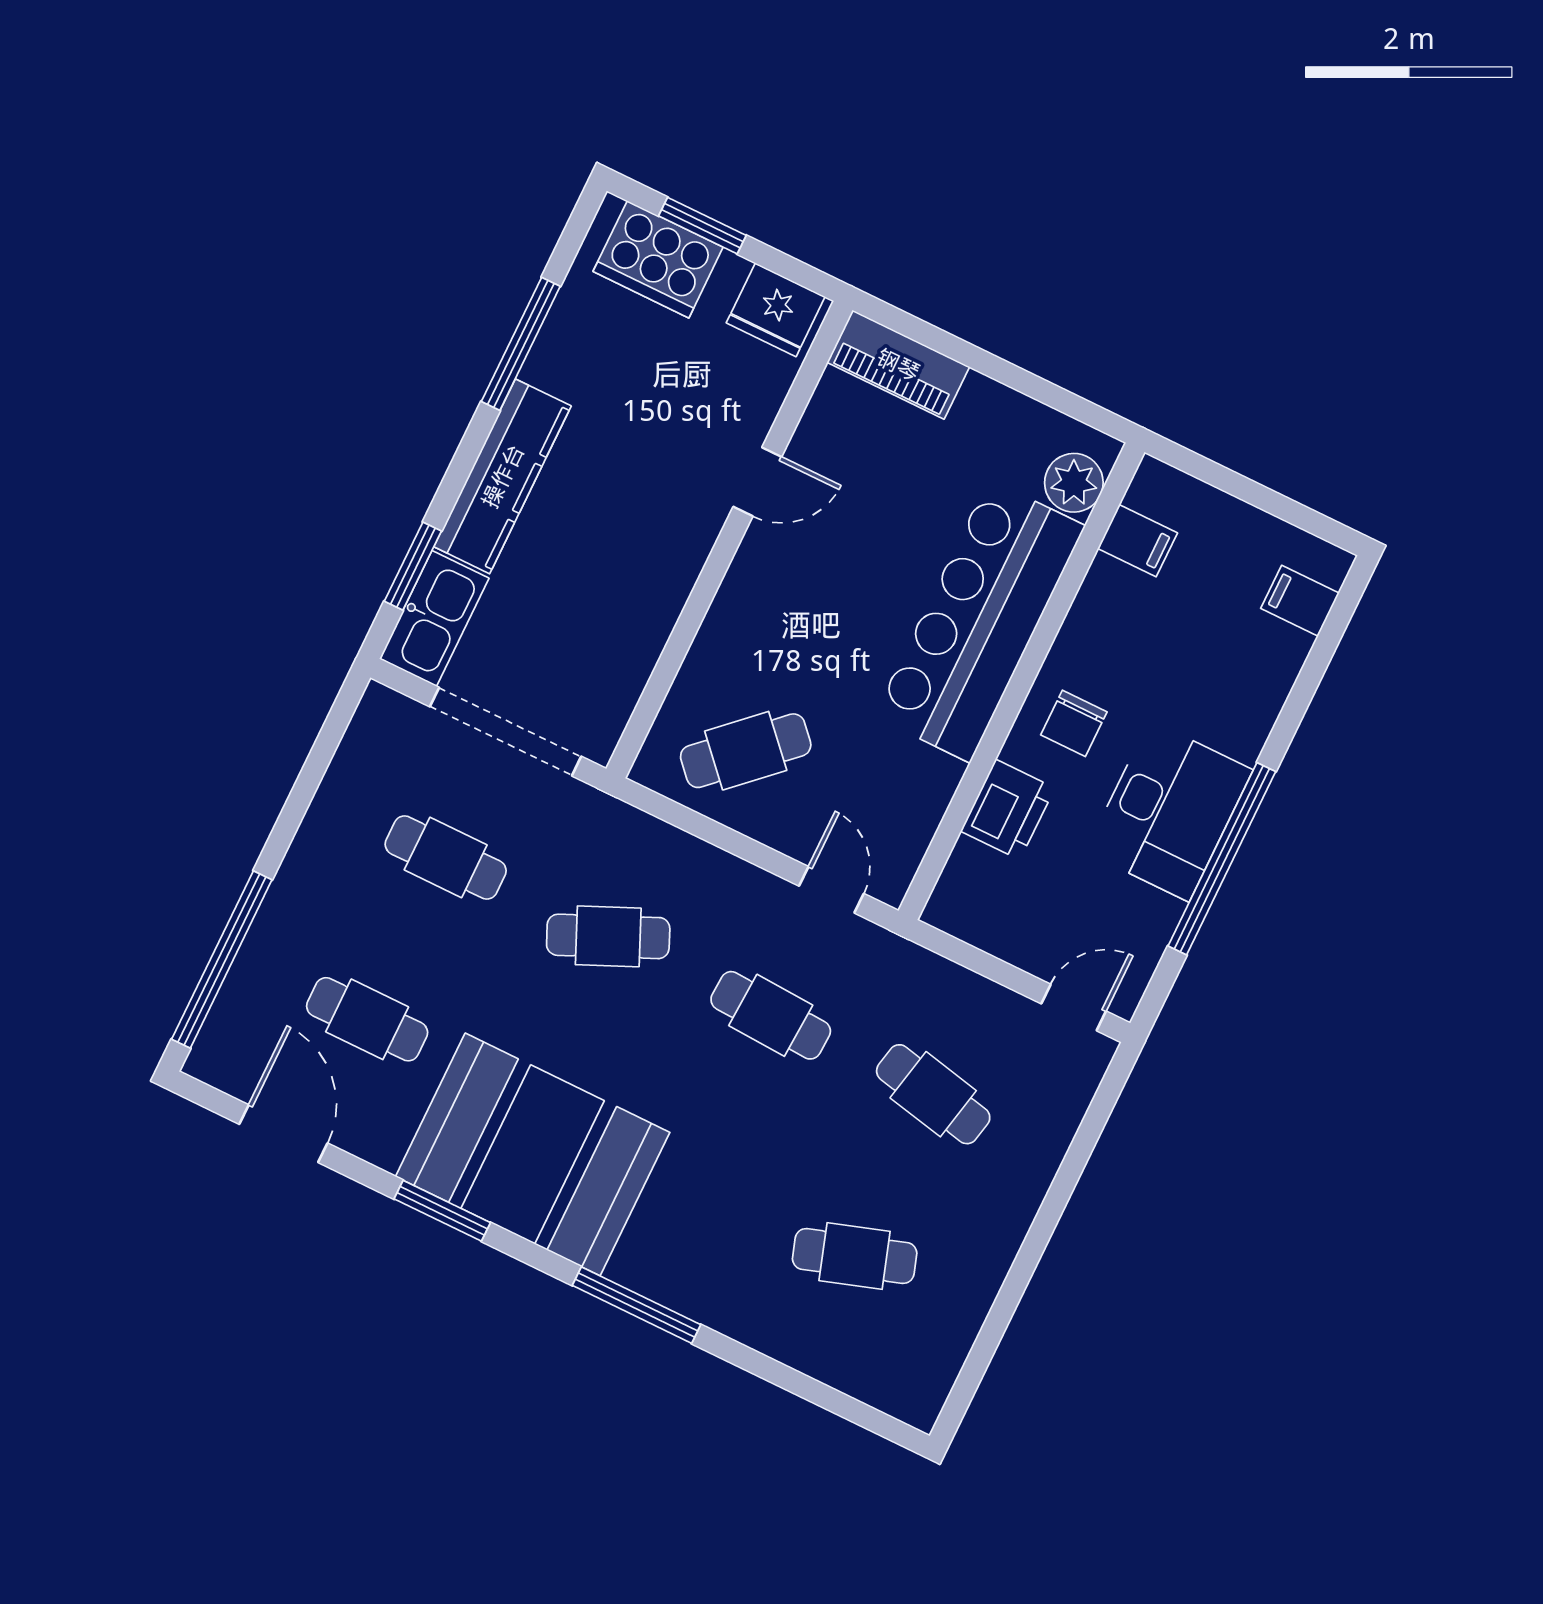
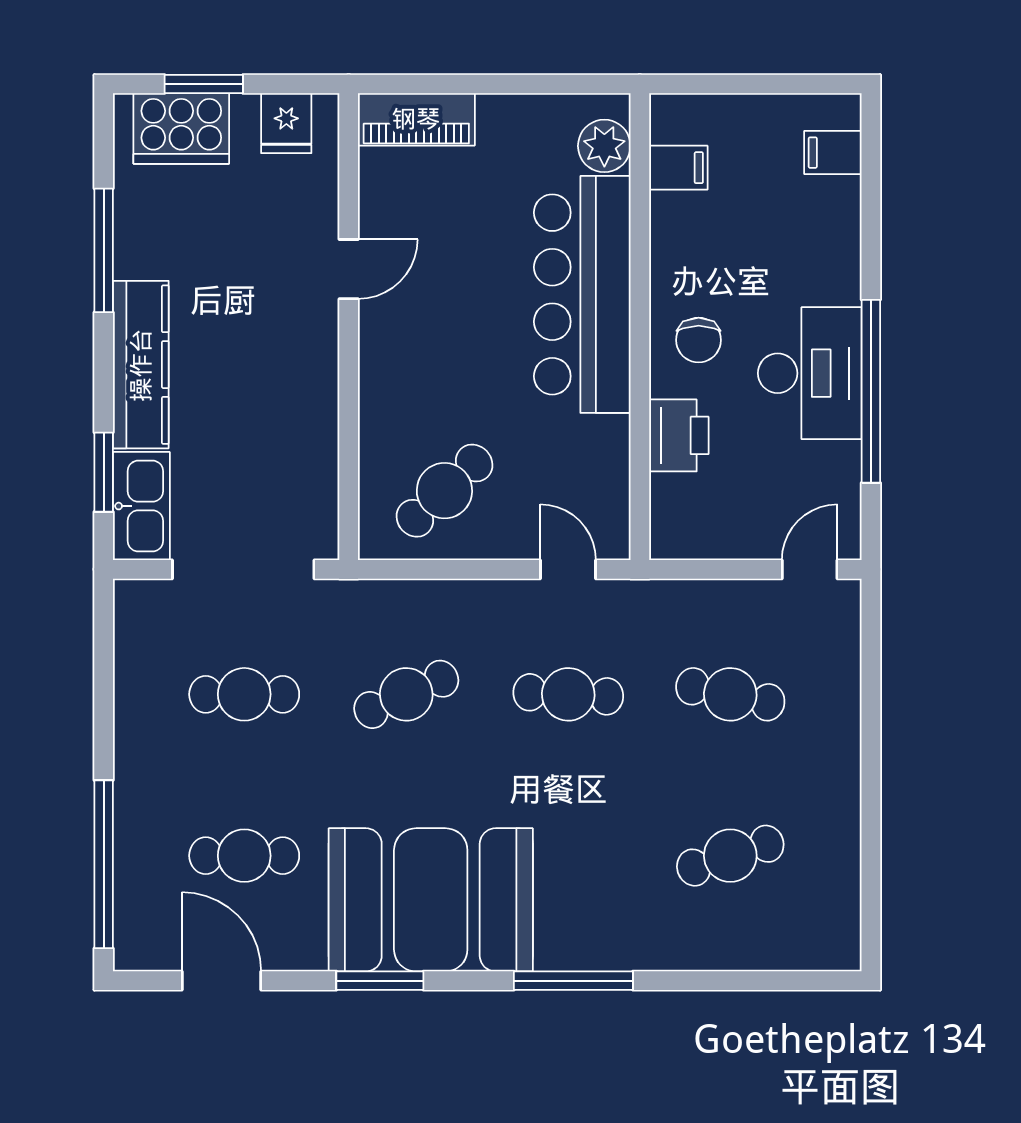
fridge: (776, 310) -> (286, 123), width x0.72

